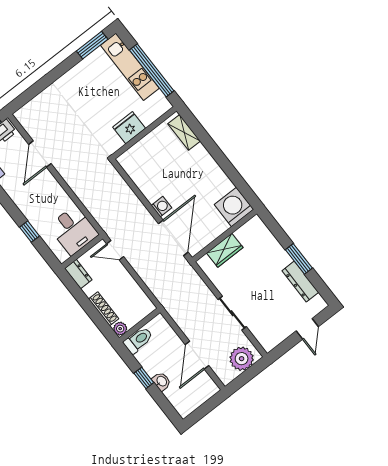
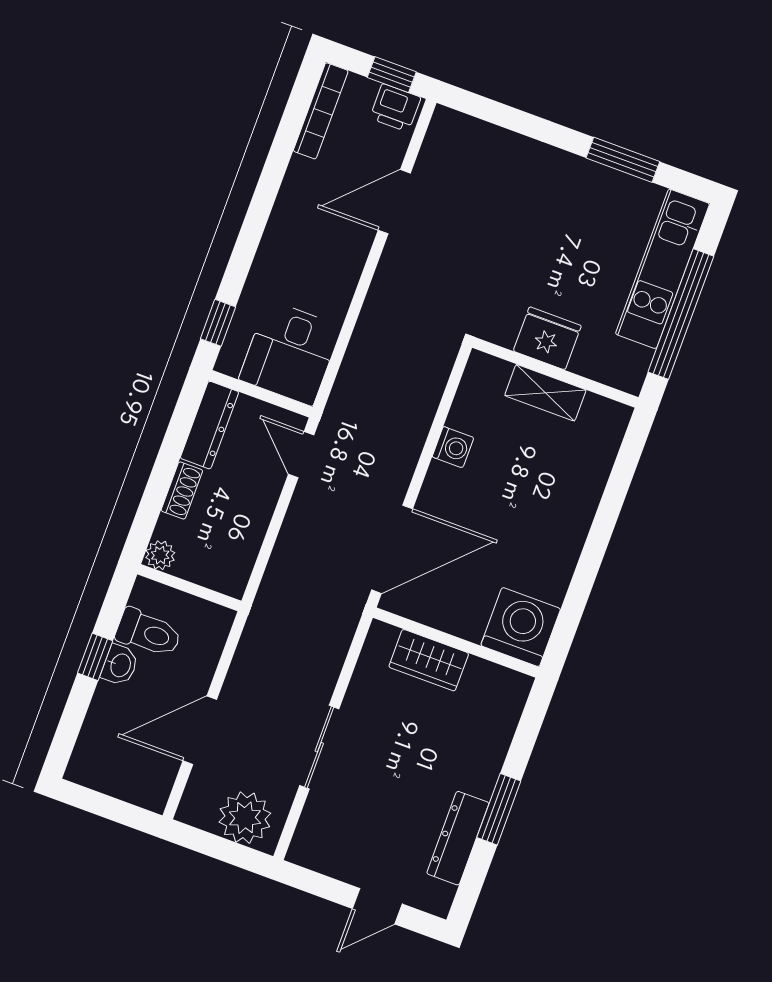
window: (92, 45) -> (623, 160), moved
shelving: (184, 132) -> (545, 393), moved, turned 90
washing machine: (161, 207) -> (453, 447), moved
window: (29, 232) -> (218, 323), moved
dresser: (78, 274) -> (209, 425), width x1.44
shoe rack: (104, 309) -> (182, 490), width x0.70
toilet: (138, 340) -> (149, 633), moved
washbasin: (161, 381) -> (120, 665), moved

